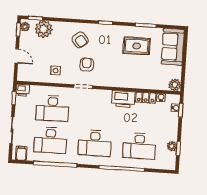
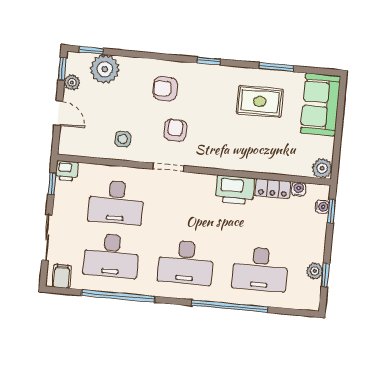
plant: (25, 27) -> (72, 82), moved
armchair: (80, 40) -> (165, 89), turned 129

